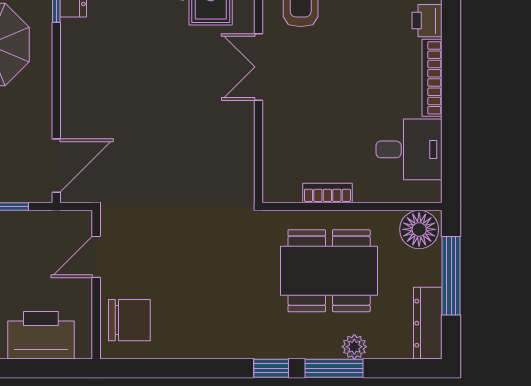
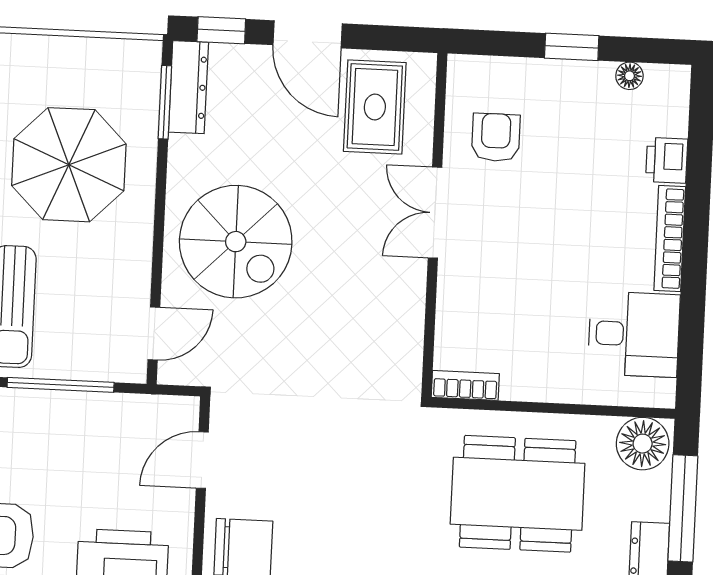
spiral stairs: (113, 95) -> (236, 242), added
door: (56, 166) -> (154, 334), width x0.73
bookcase: (327, 193) -> (465, 385), moved

